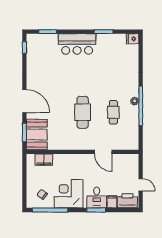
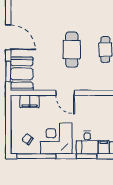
door: (103, 152) -> (65, 93), moved

